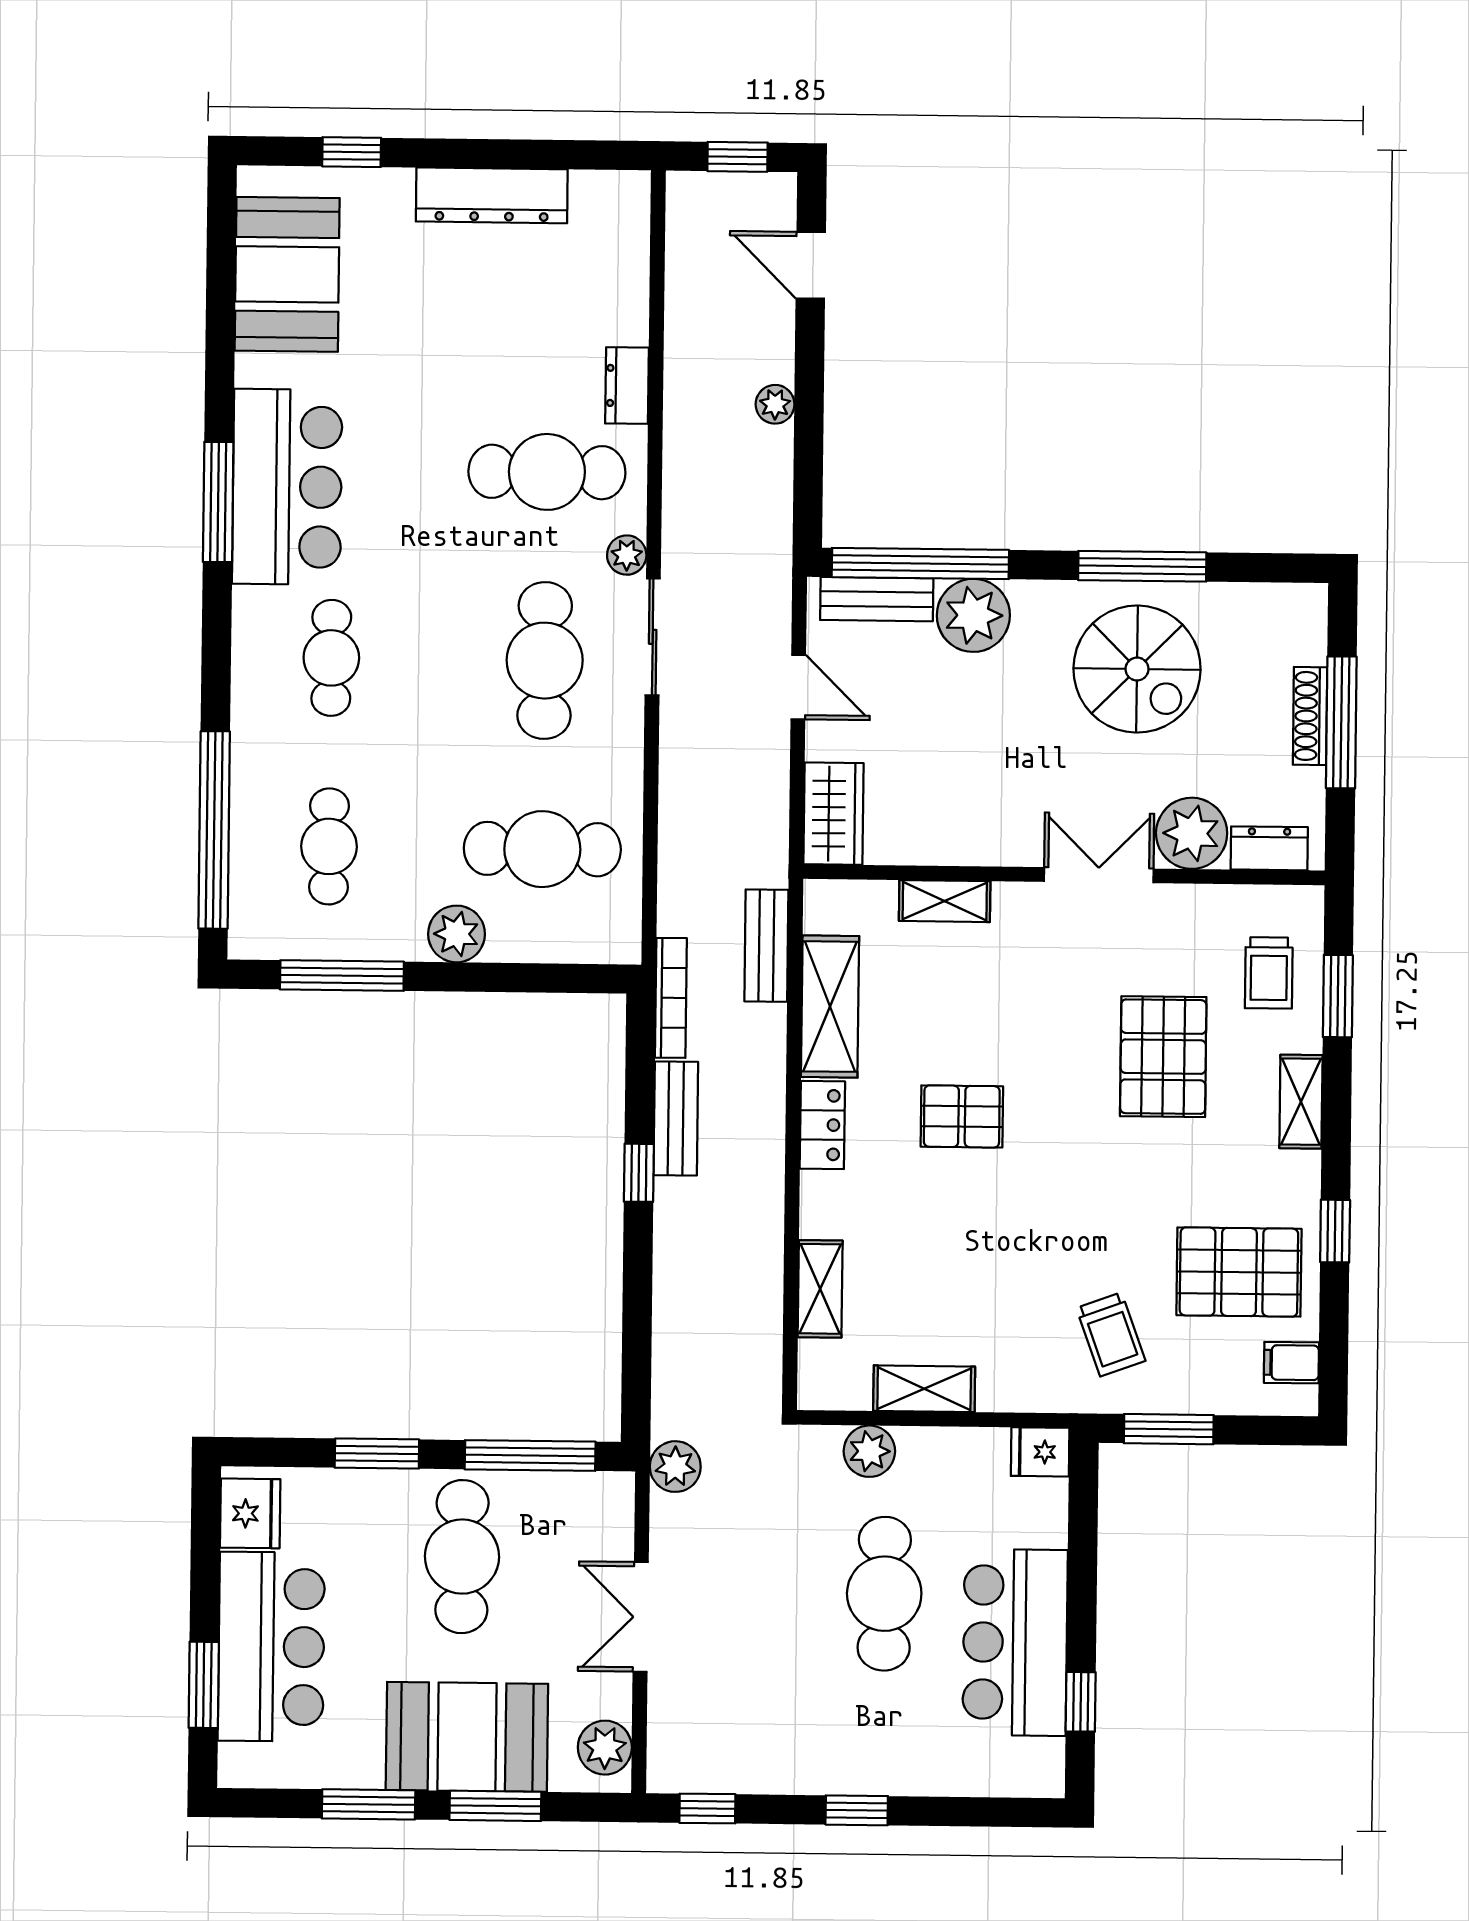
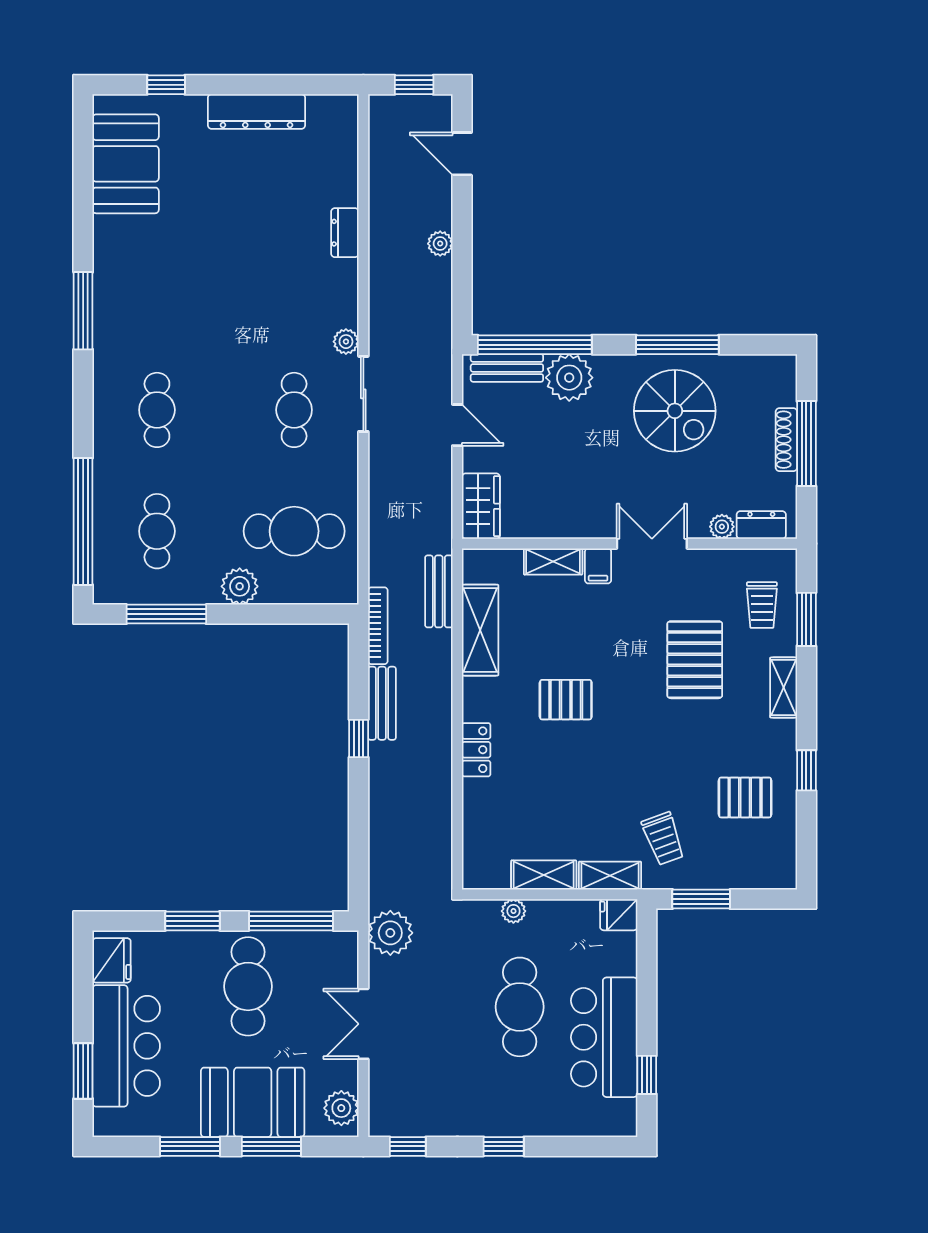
cafe table: (547, 472) -> (294, 289), removed
bar counter: (287, 487) -> (127, 300), removed
cafe table: (545, 661) -> (294, 410), width x0.73, depth x0.74
plant: (1192, 833) -> (722, 527), width x0.53, depth x0.53
locker: (822, 1125) -> (476, 750), moved
pallet: (1239, 1272) -> (745, 797), width x0.67, depth x0.71
shelving: (820, 1289) -> (610, 876), moved, turned 90
filing cabinet: (1291, 1363) -> (598, 566), moved, turned -90
plant: (869, 1451) -> (513, 911), width x0.73, depth x0.73
plant: (675, 1467) -> (390, 933), width x1.36, depth x1.36

